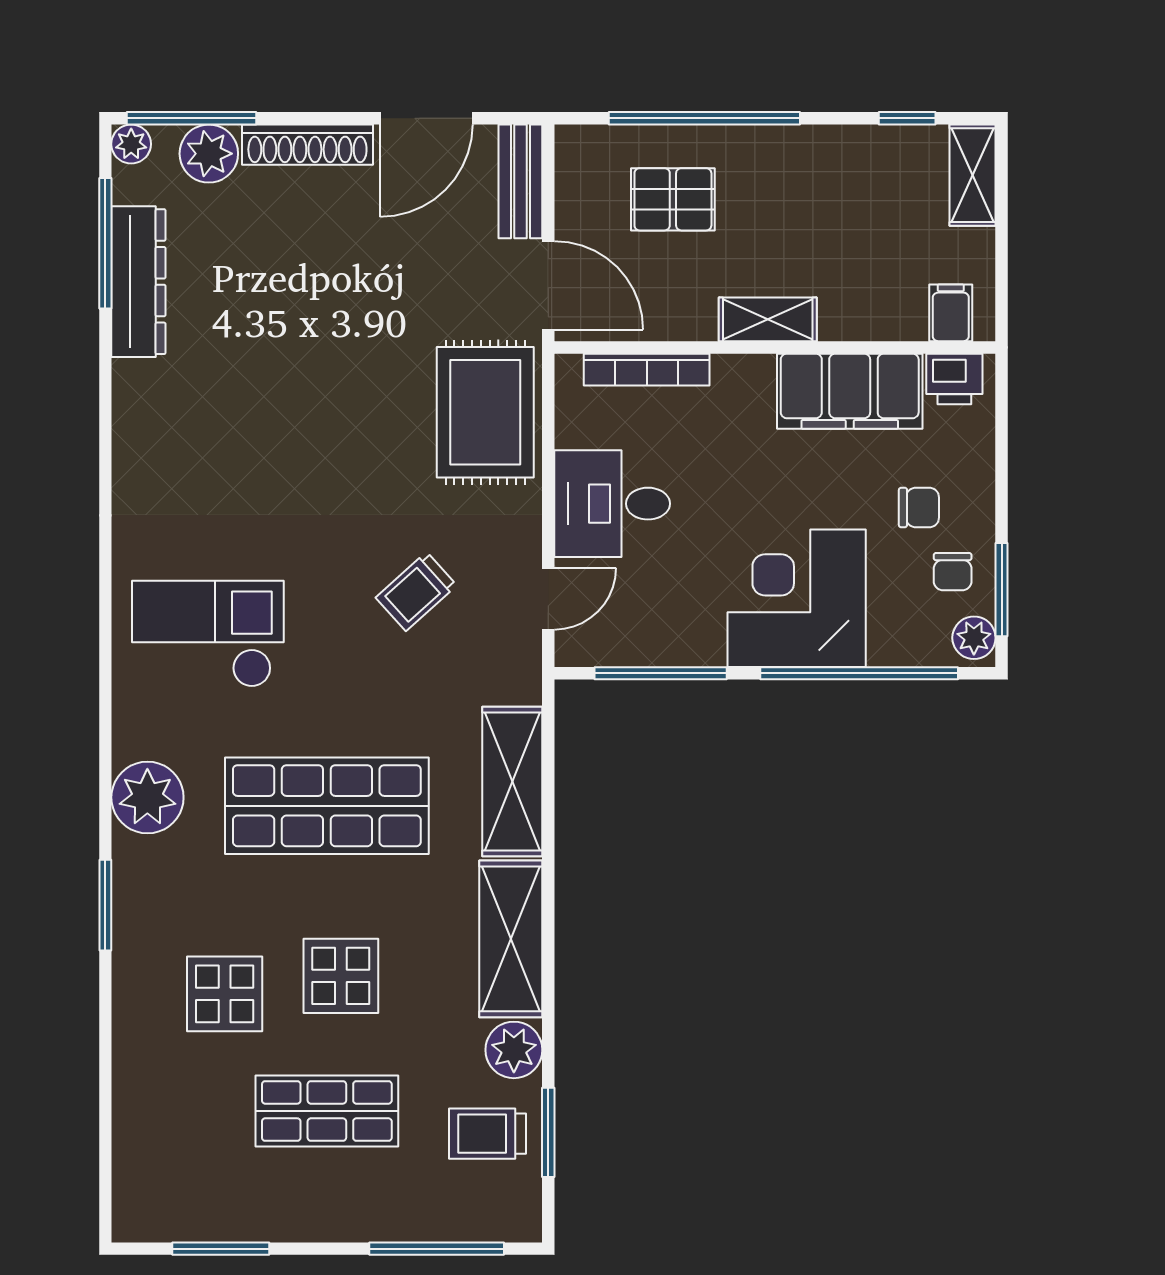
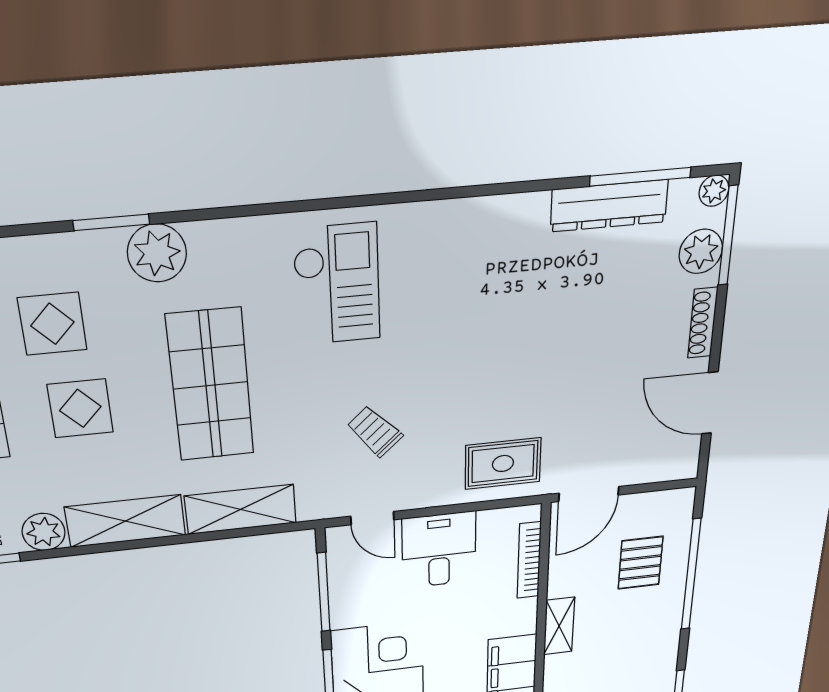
shoe rack: (307, 145) -> (703, 323), width x0.74, depth x0.81
bench: (520, 181) -> (661, 469), removed
rug: (485, 412) -> (503, 464), width x0.73, depth x0.70
plant: (147, 797) -> (157, 253), moved

